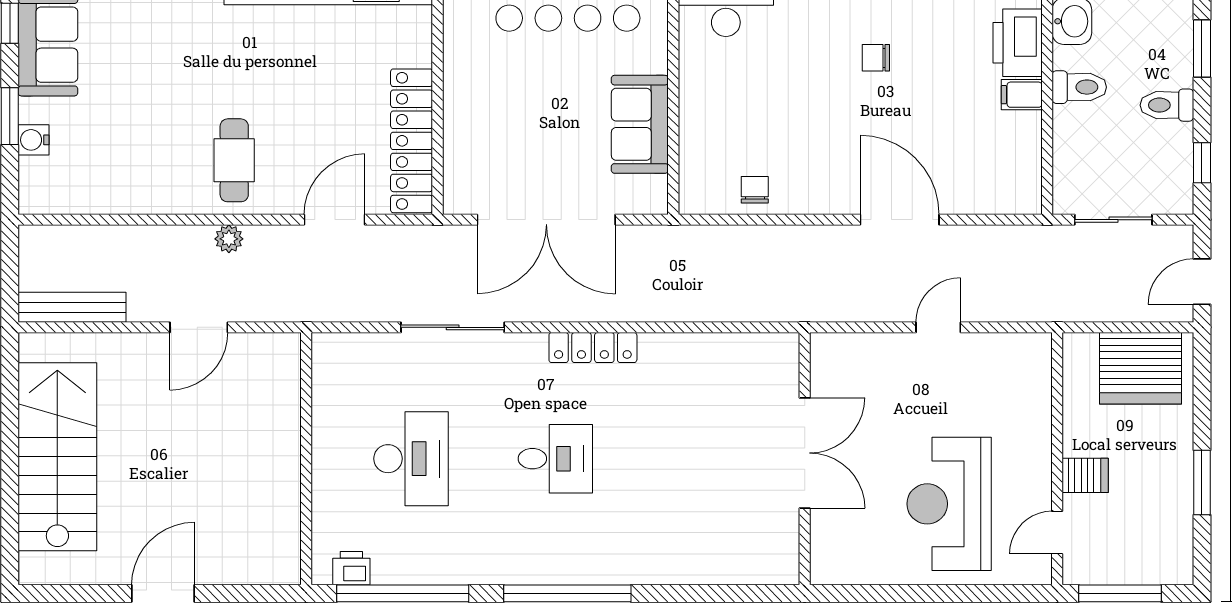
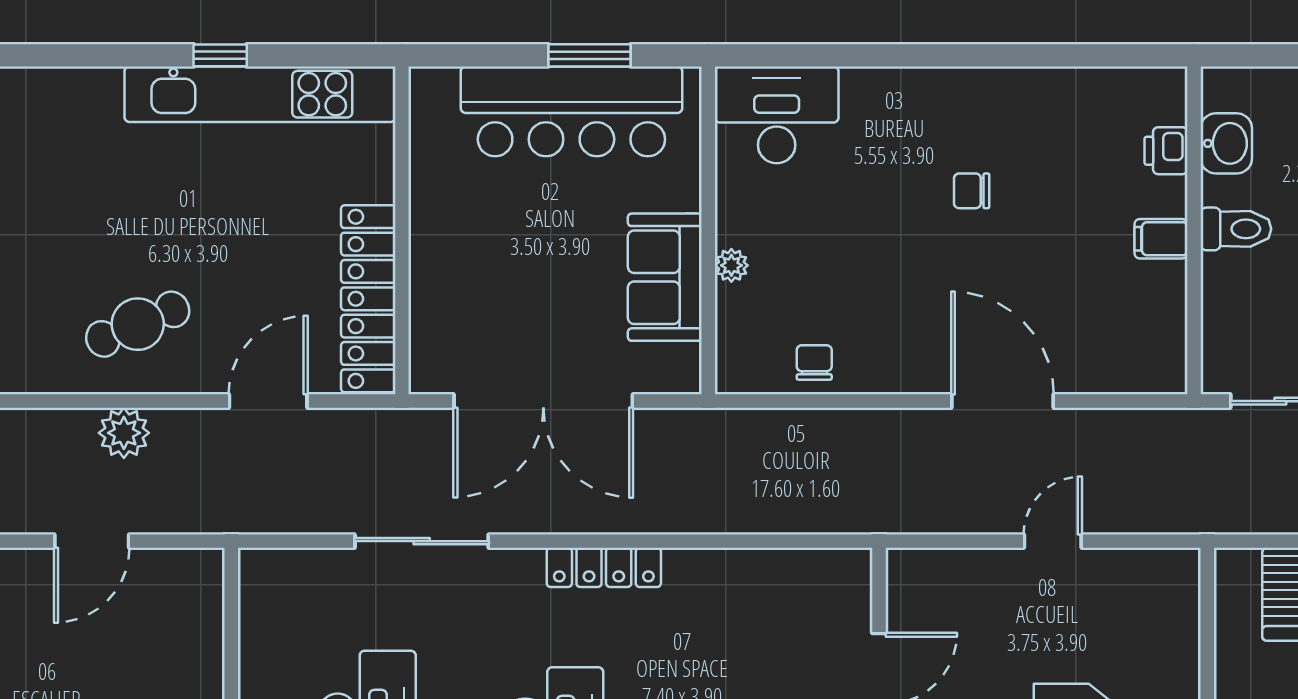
printer: (1018, 43) -> (1166, 151), width x0.53, depth x0.68
plant: (691, 115) -> (731, 265), added
cafe table: (234, 160) -> (138, 324), turned 67
plant: (229, 239) -> (124, 433), width x1.38, depth x1.38

